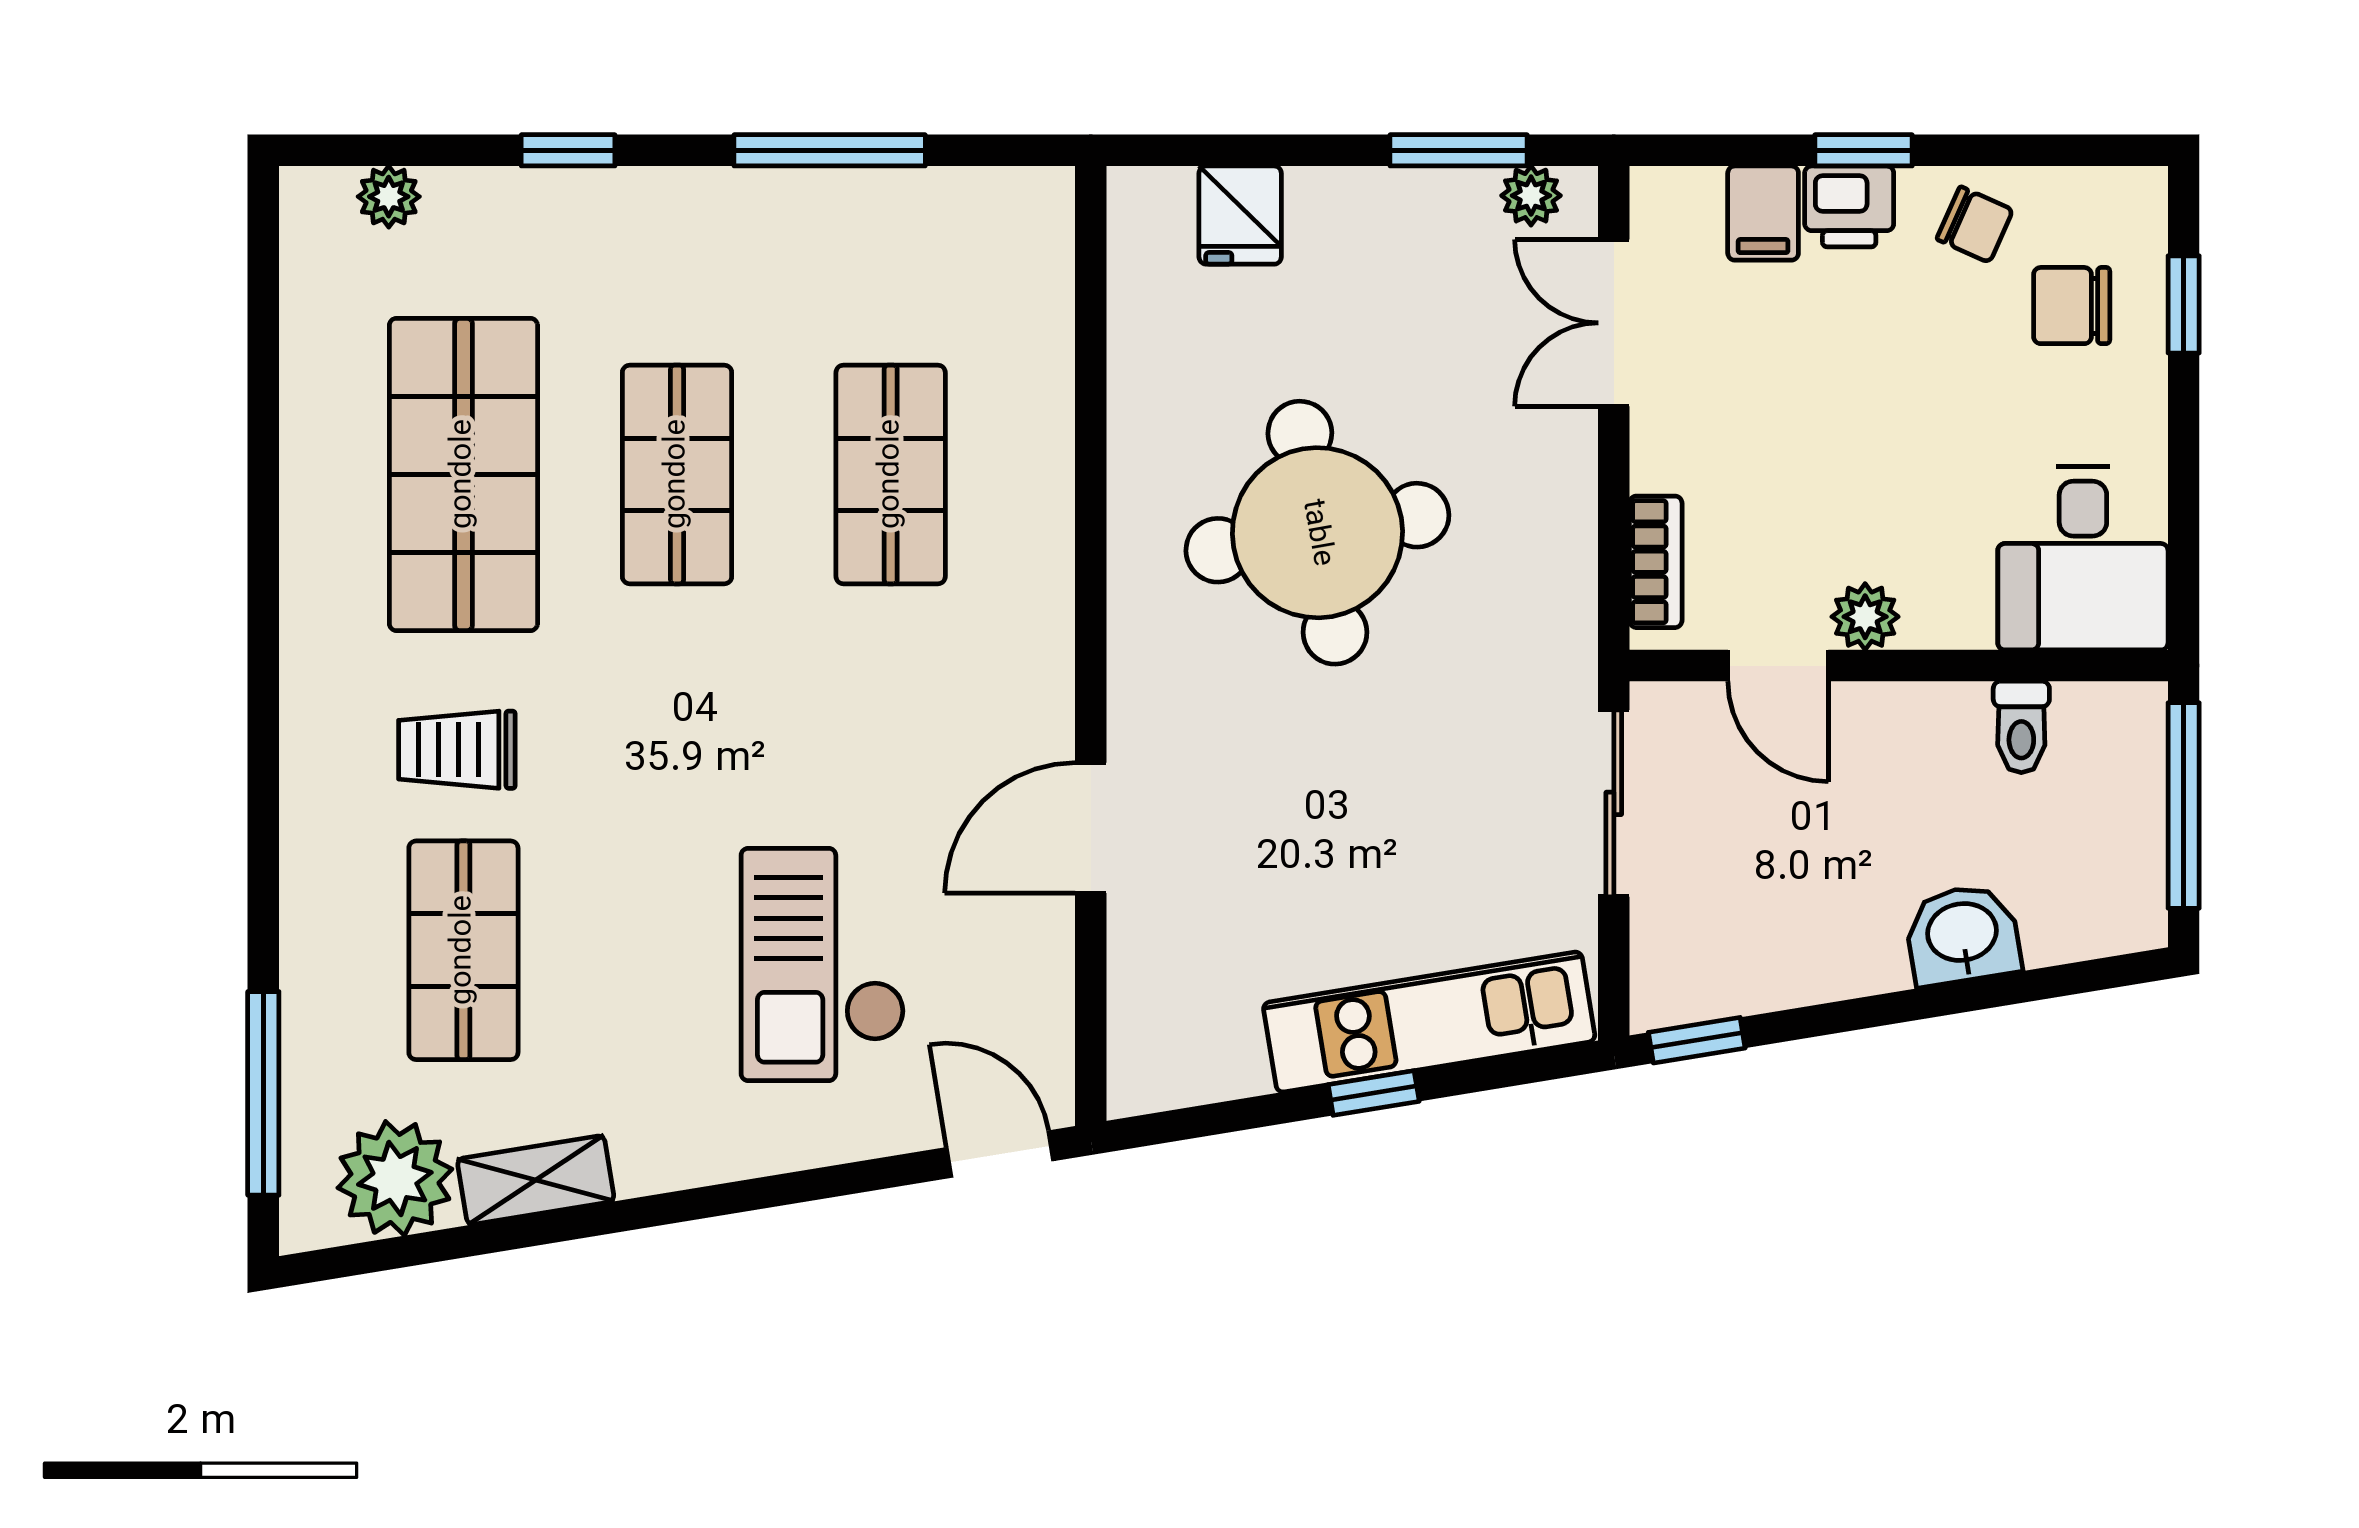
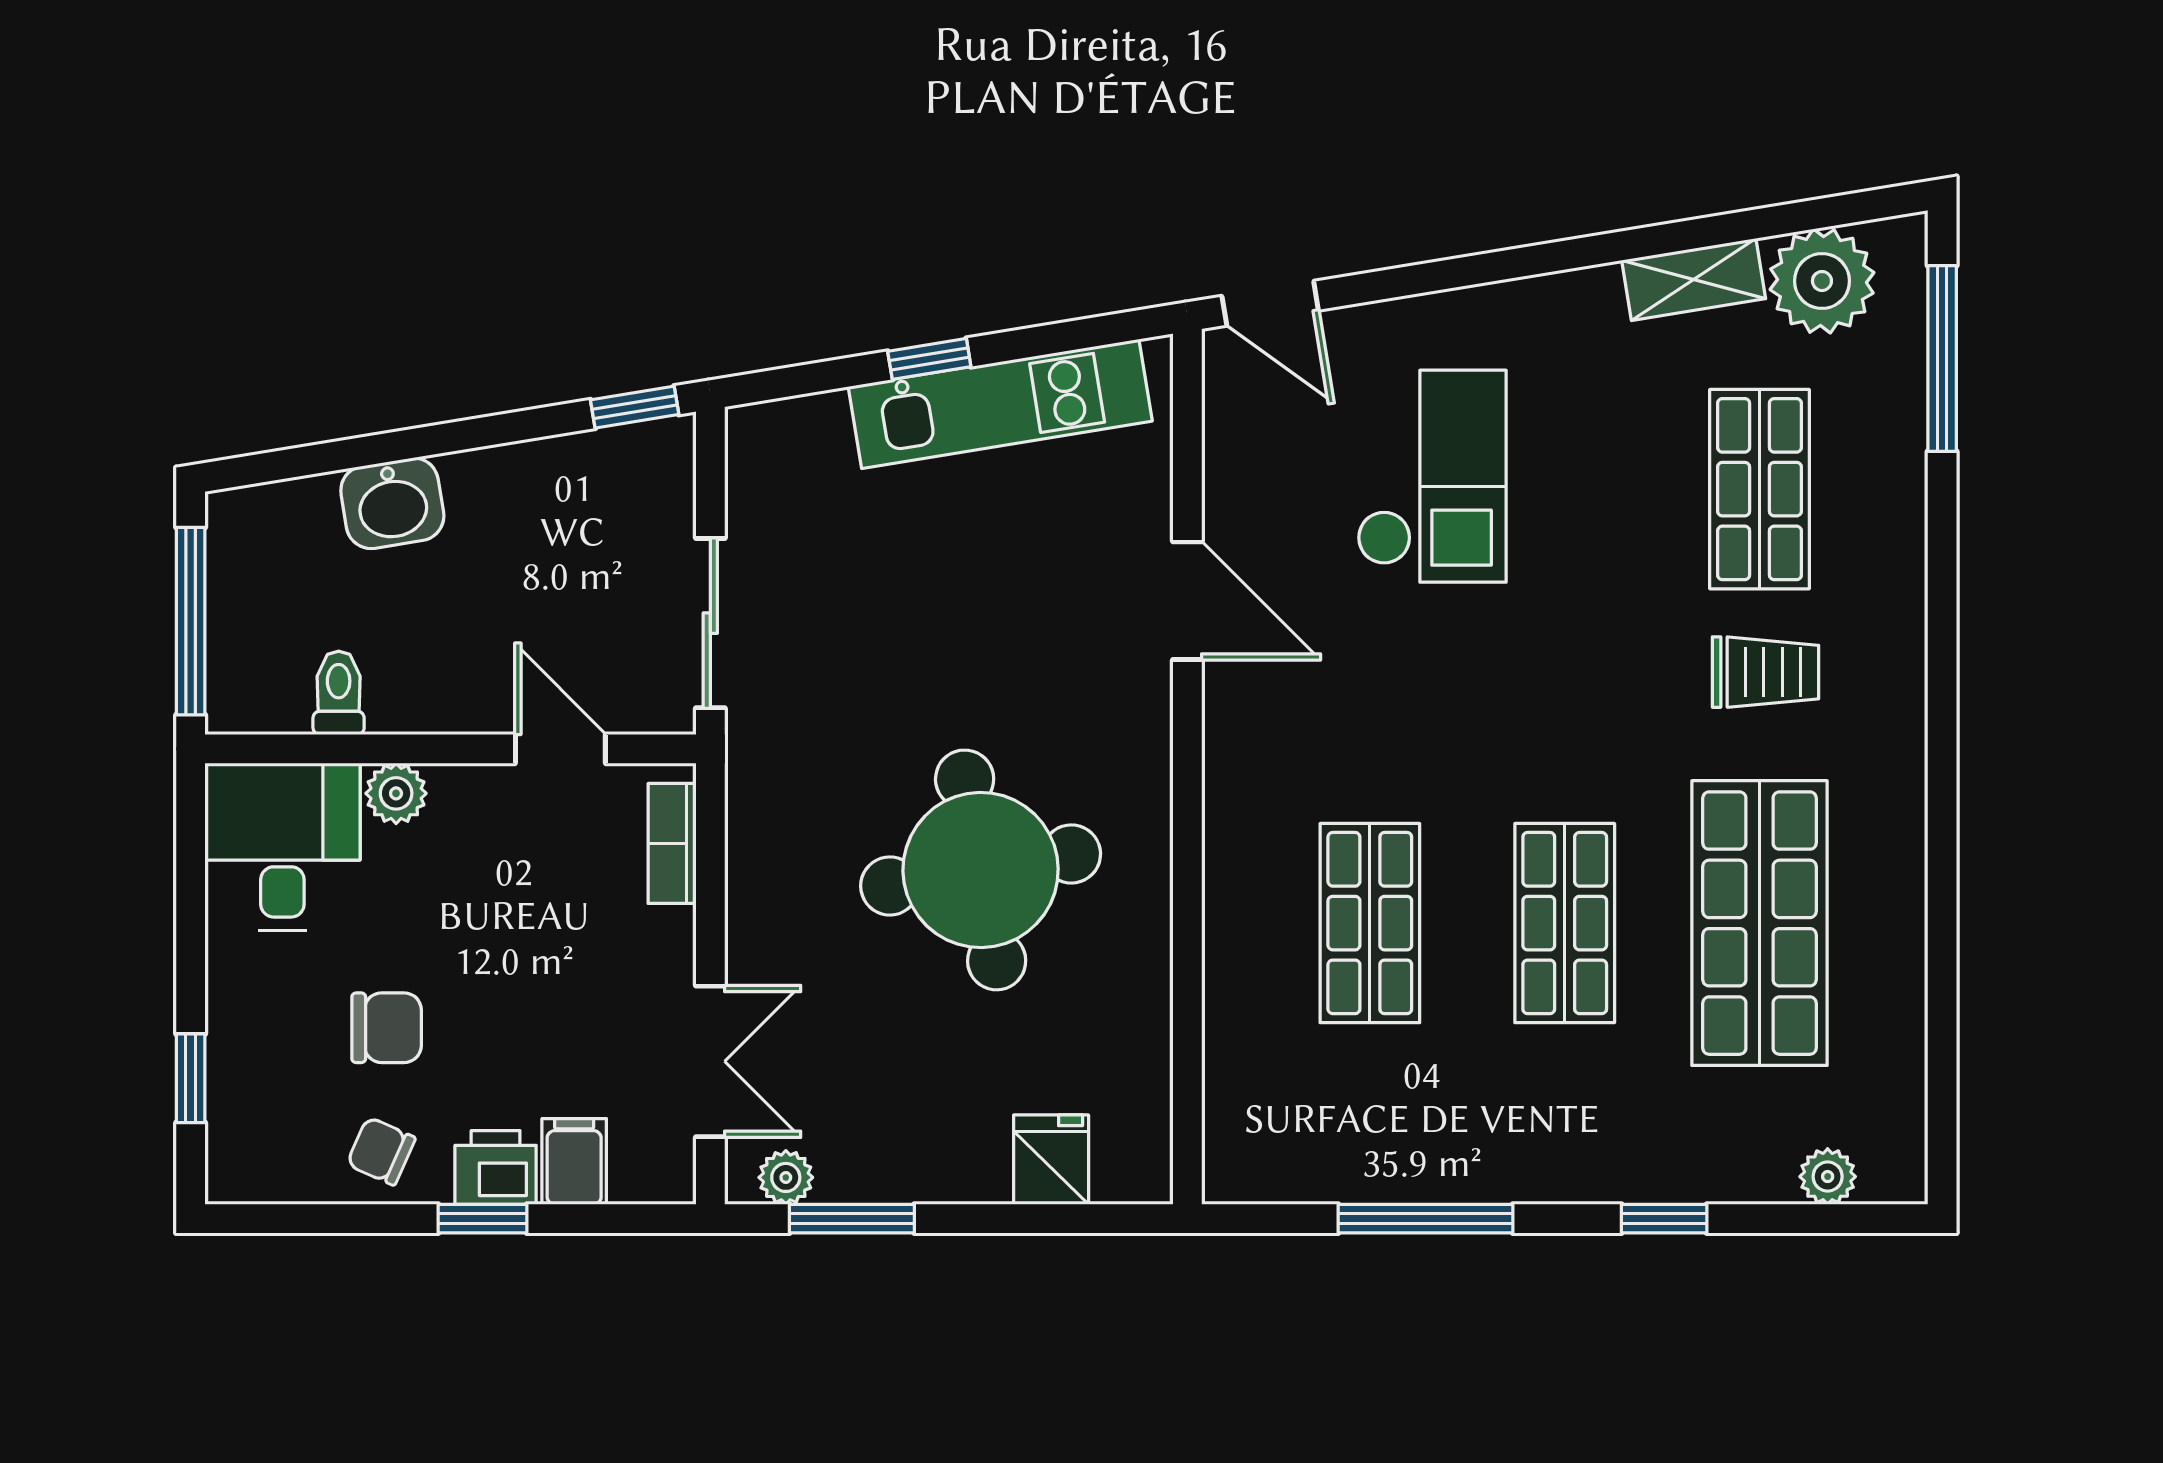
chair: (2072, 306) -> (387, 1028), moved
plant: (1865, 617) -> (396, 793), moved
door: (1091, 828) -> (1187, 601), hinge flipped
kitchen unit: (1429, 1022) -> (1000, 404), moved

